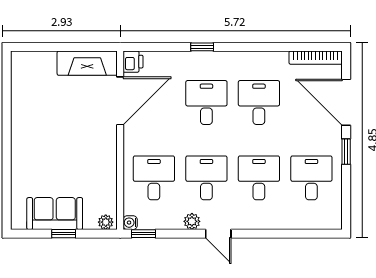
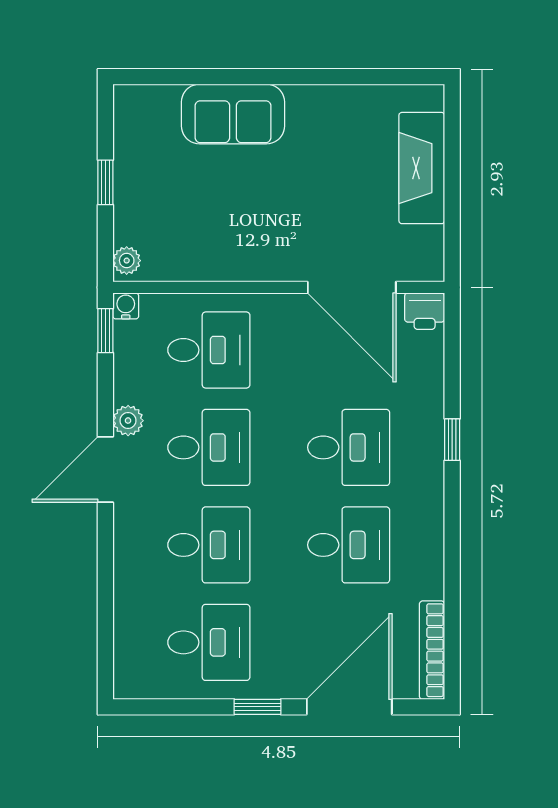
fireplace: (87, 63) -> (422, 168), moved
sofa: (55, 214) -> (233, 114), moved, turned 90
door: (218, 234) -> (105, 469), width x1.38

